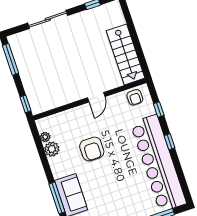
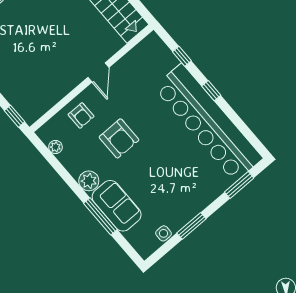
armchair: (135, 97) -> (81, 115), moved
plant: (52, 149) -> (89, 181), moved

